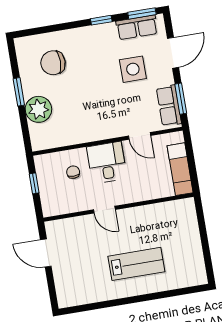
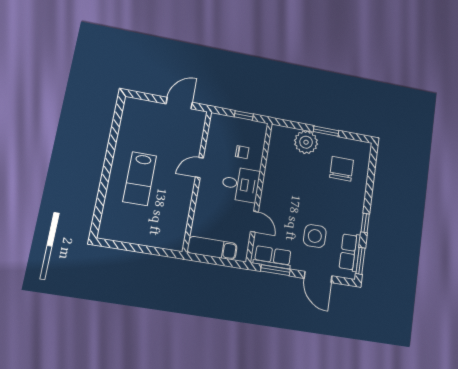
door: (140, 136) -> (254, 222), swing flipped

